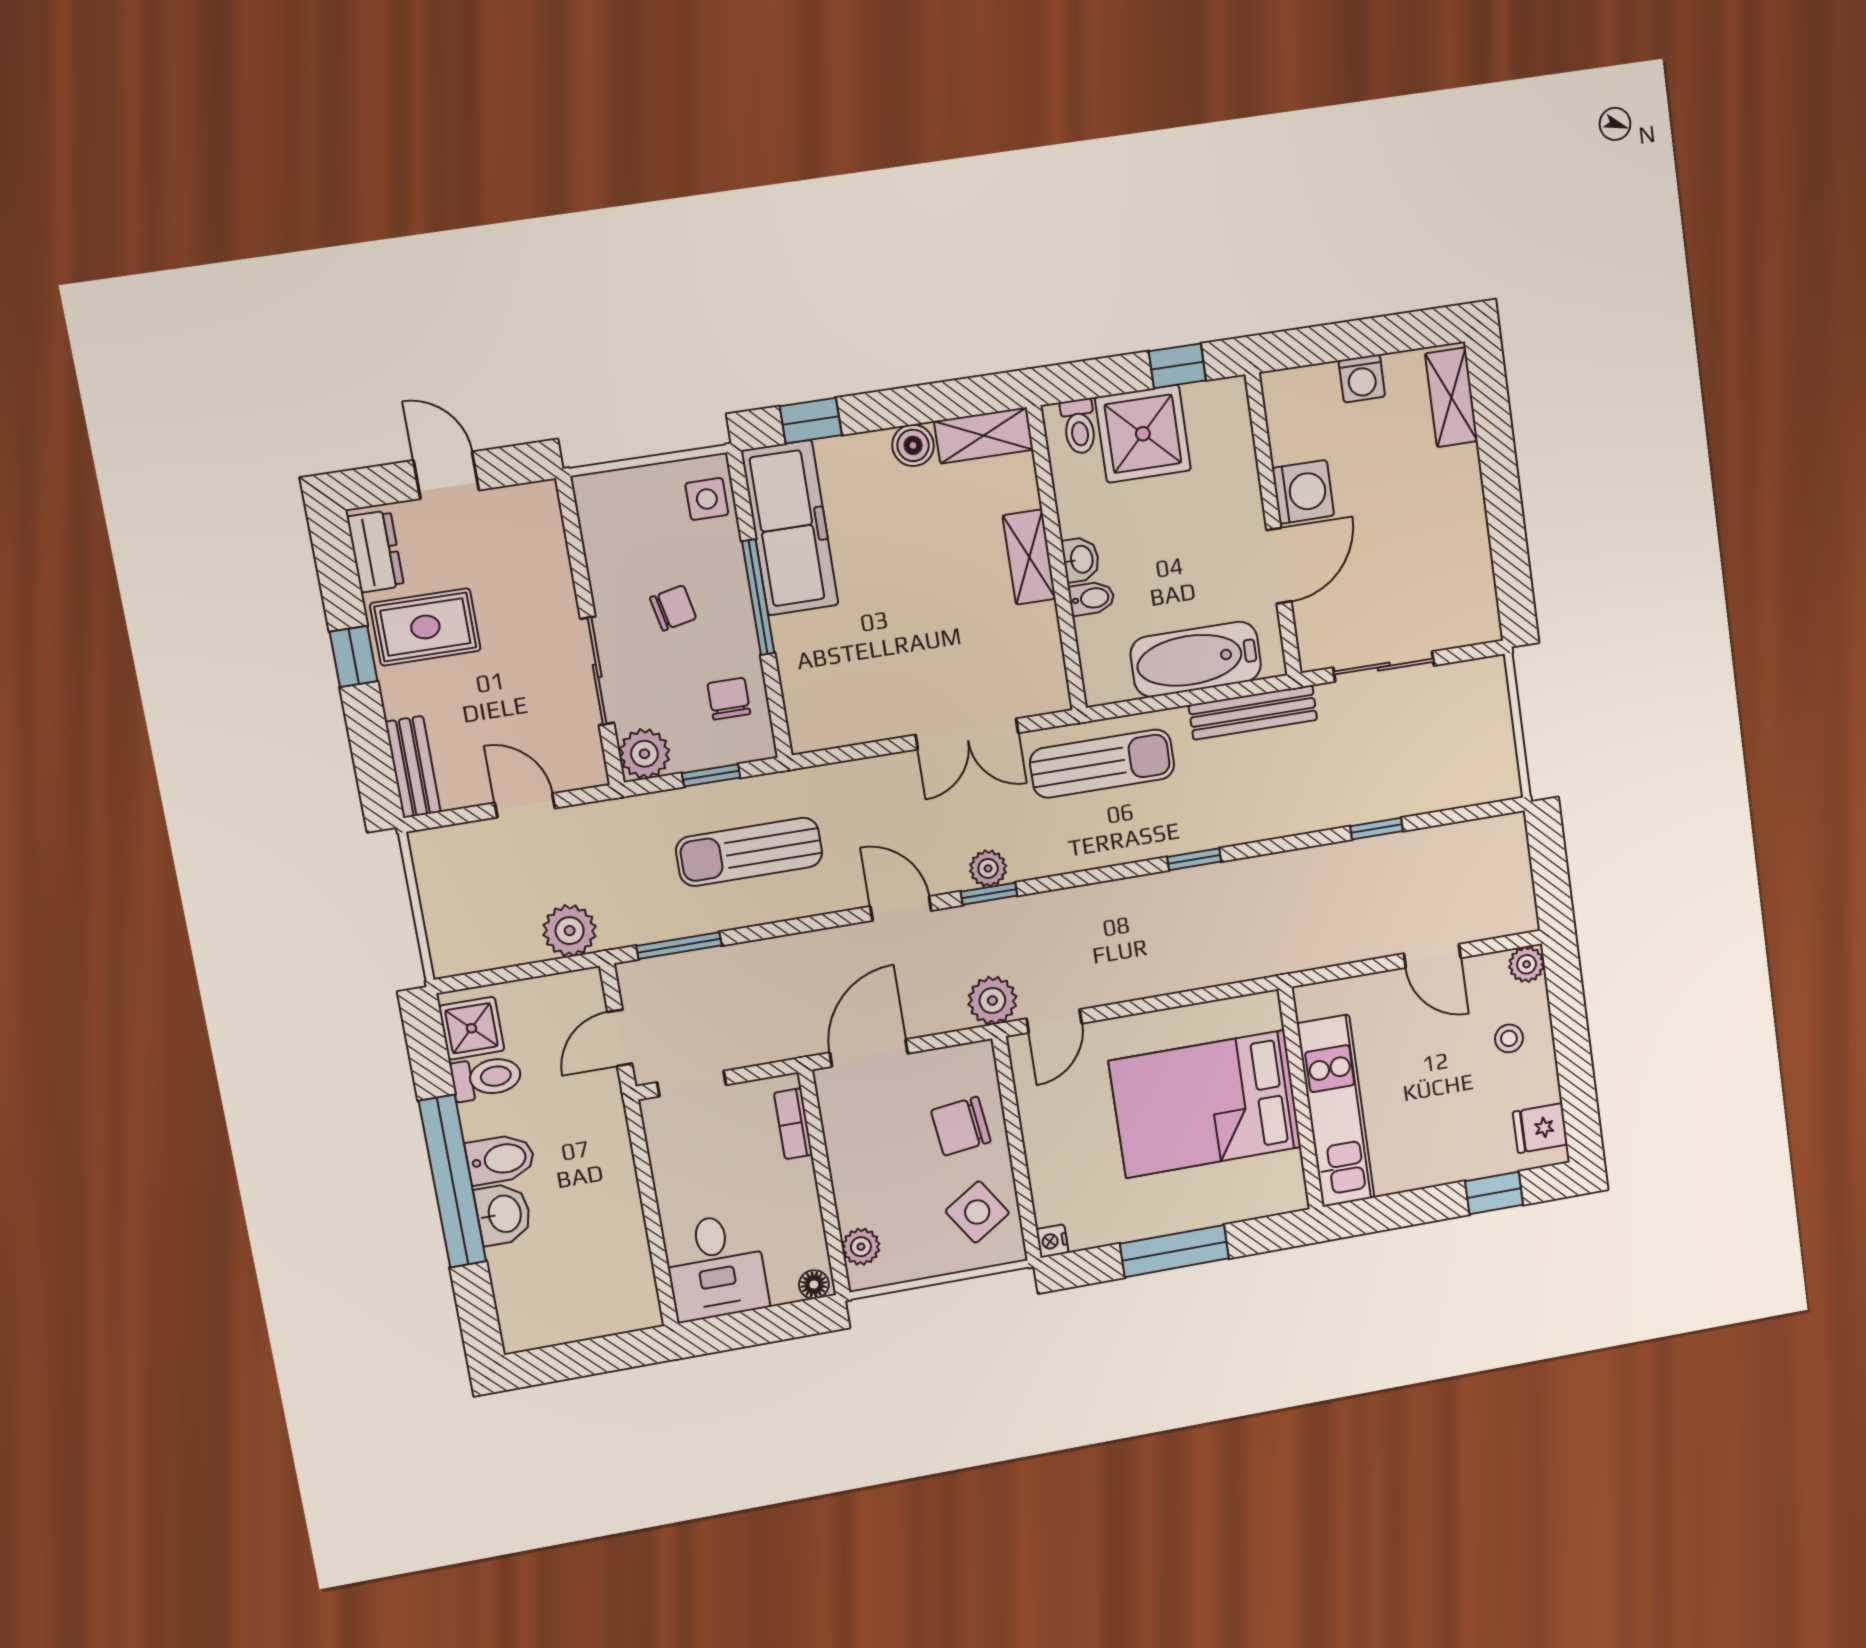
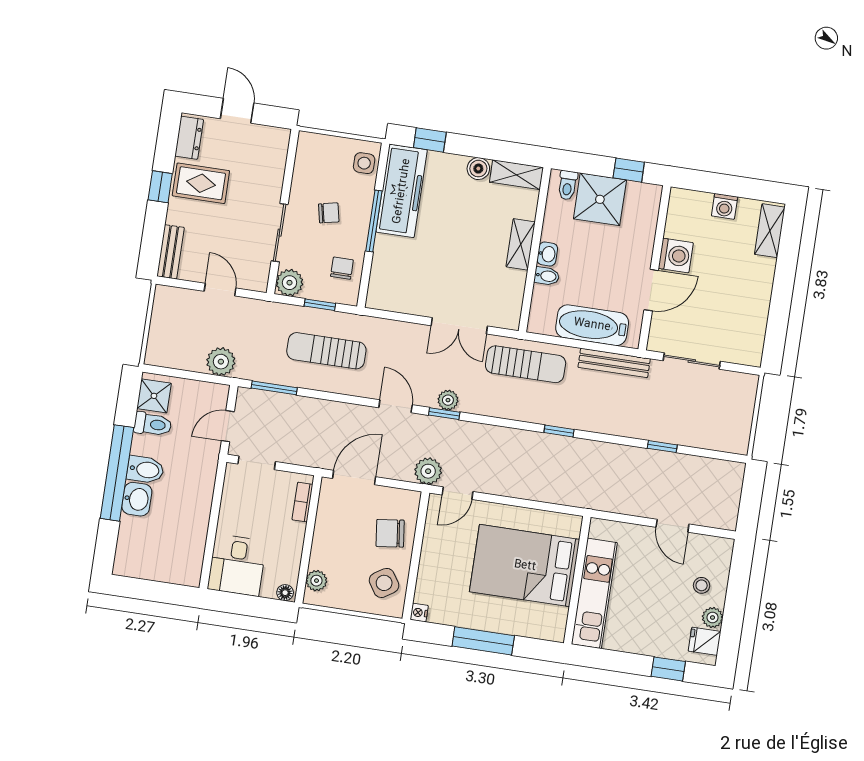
plant: (1527, 964) -> (712, 618), moved

